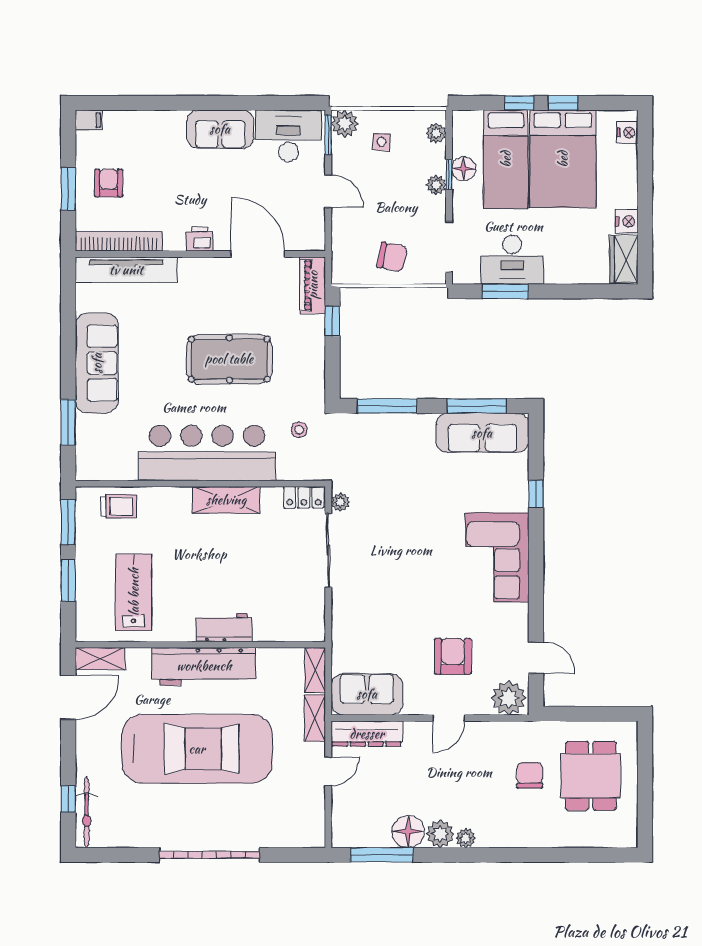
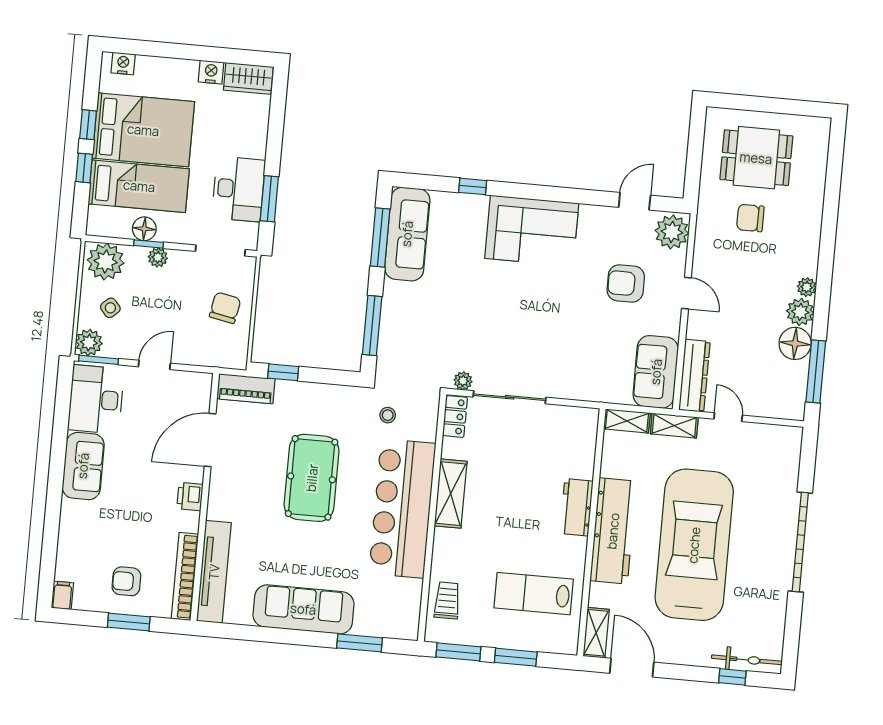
plant: (436, 133) -> (106, 262), width x1.88, depth x1.88
side table: (381, 142) -> (110, 308), turned 45

